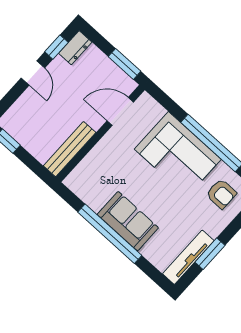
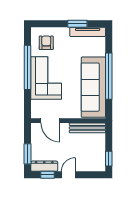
dresser: (75, 48) -> (44, 166), width x1.44
window: (124, 64) -> (28, 154), moved
sofa: (128, 221) -> (93, 87), width x1.85, depth x1.27

